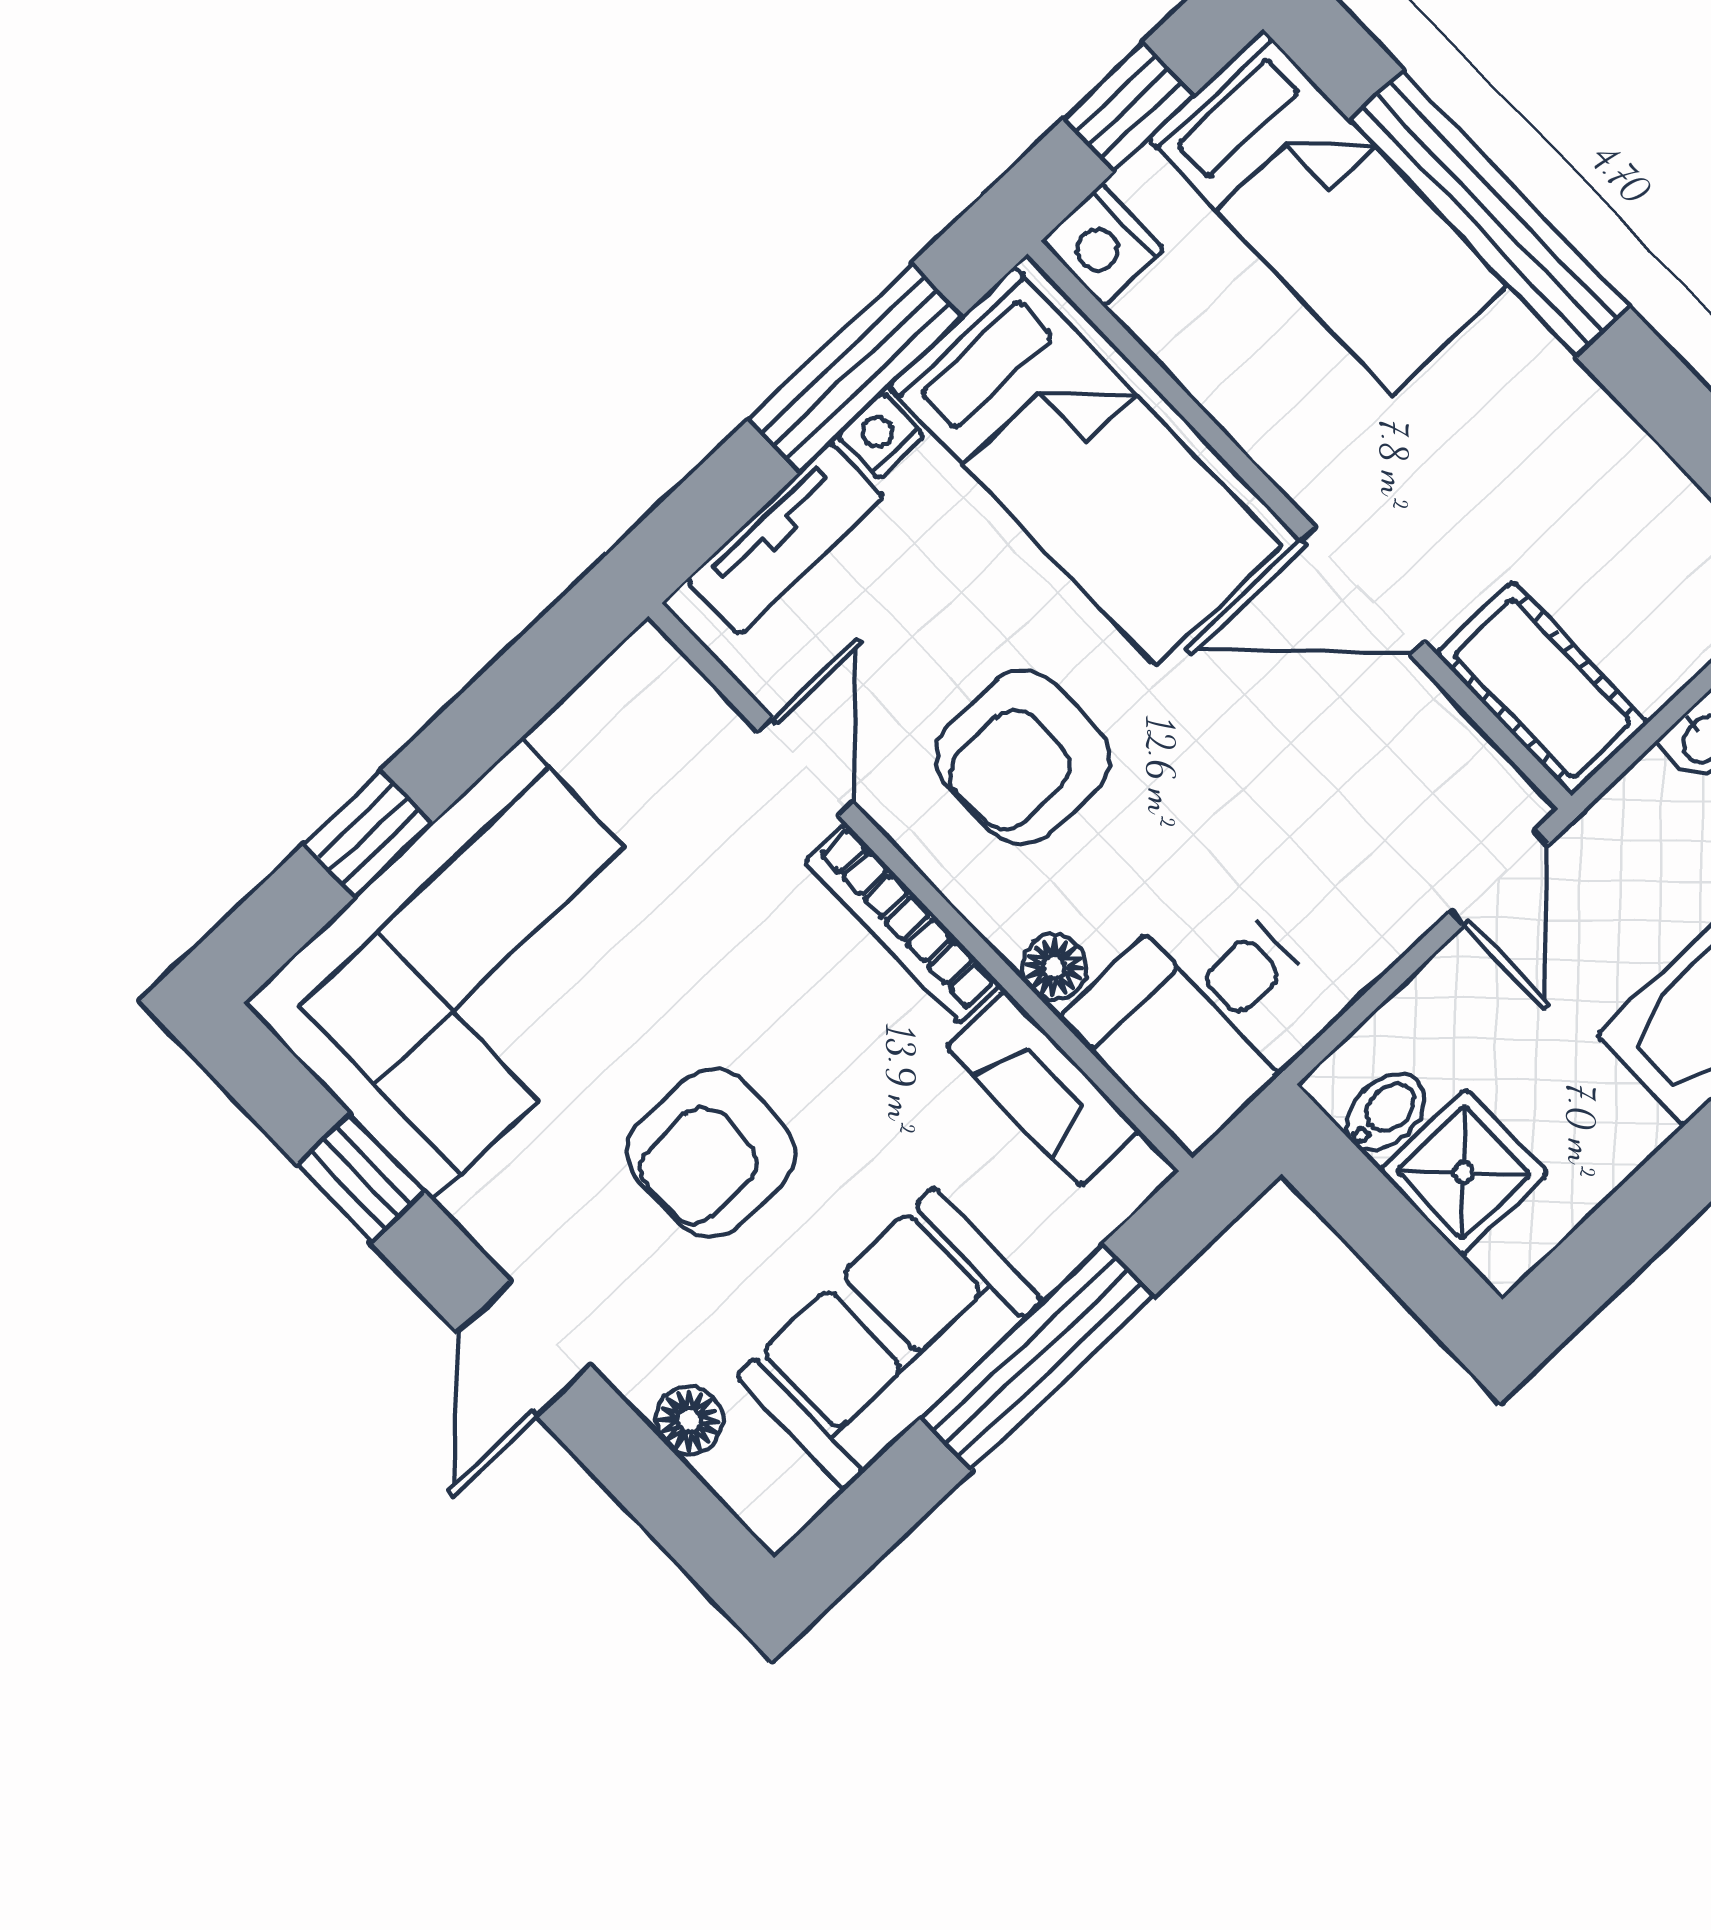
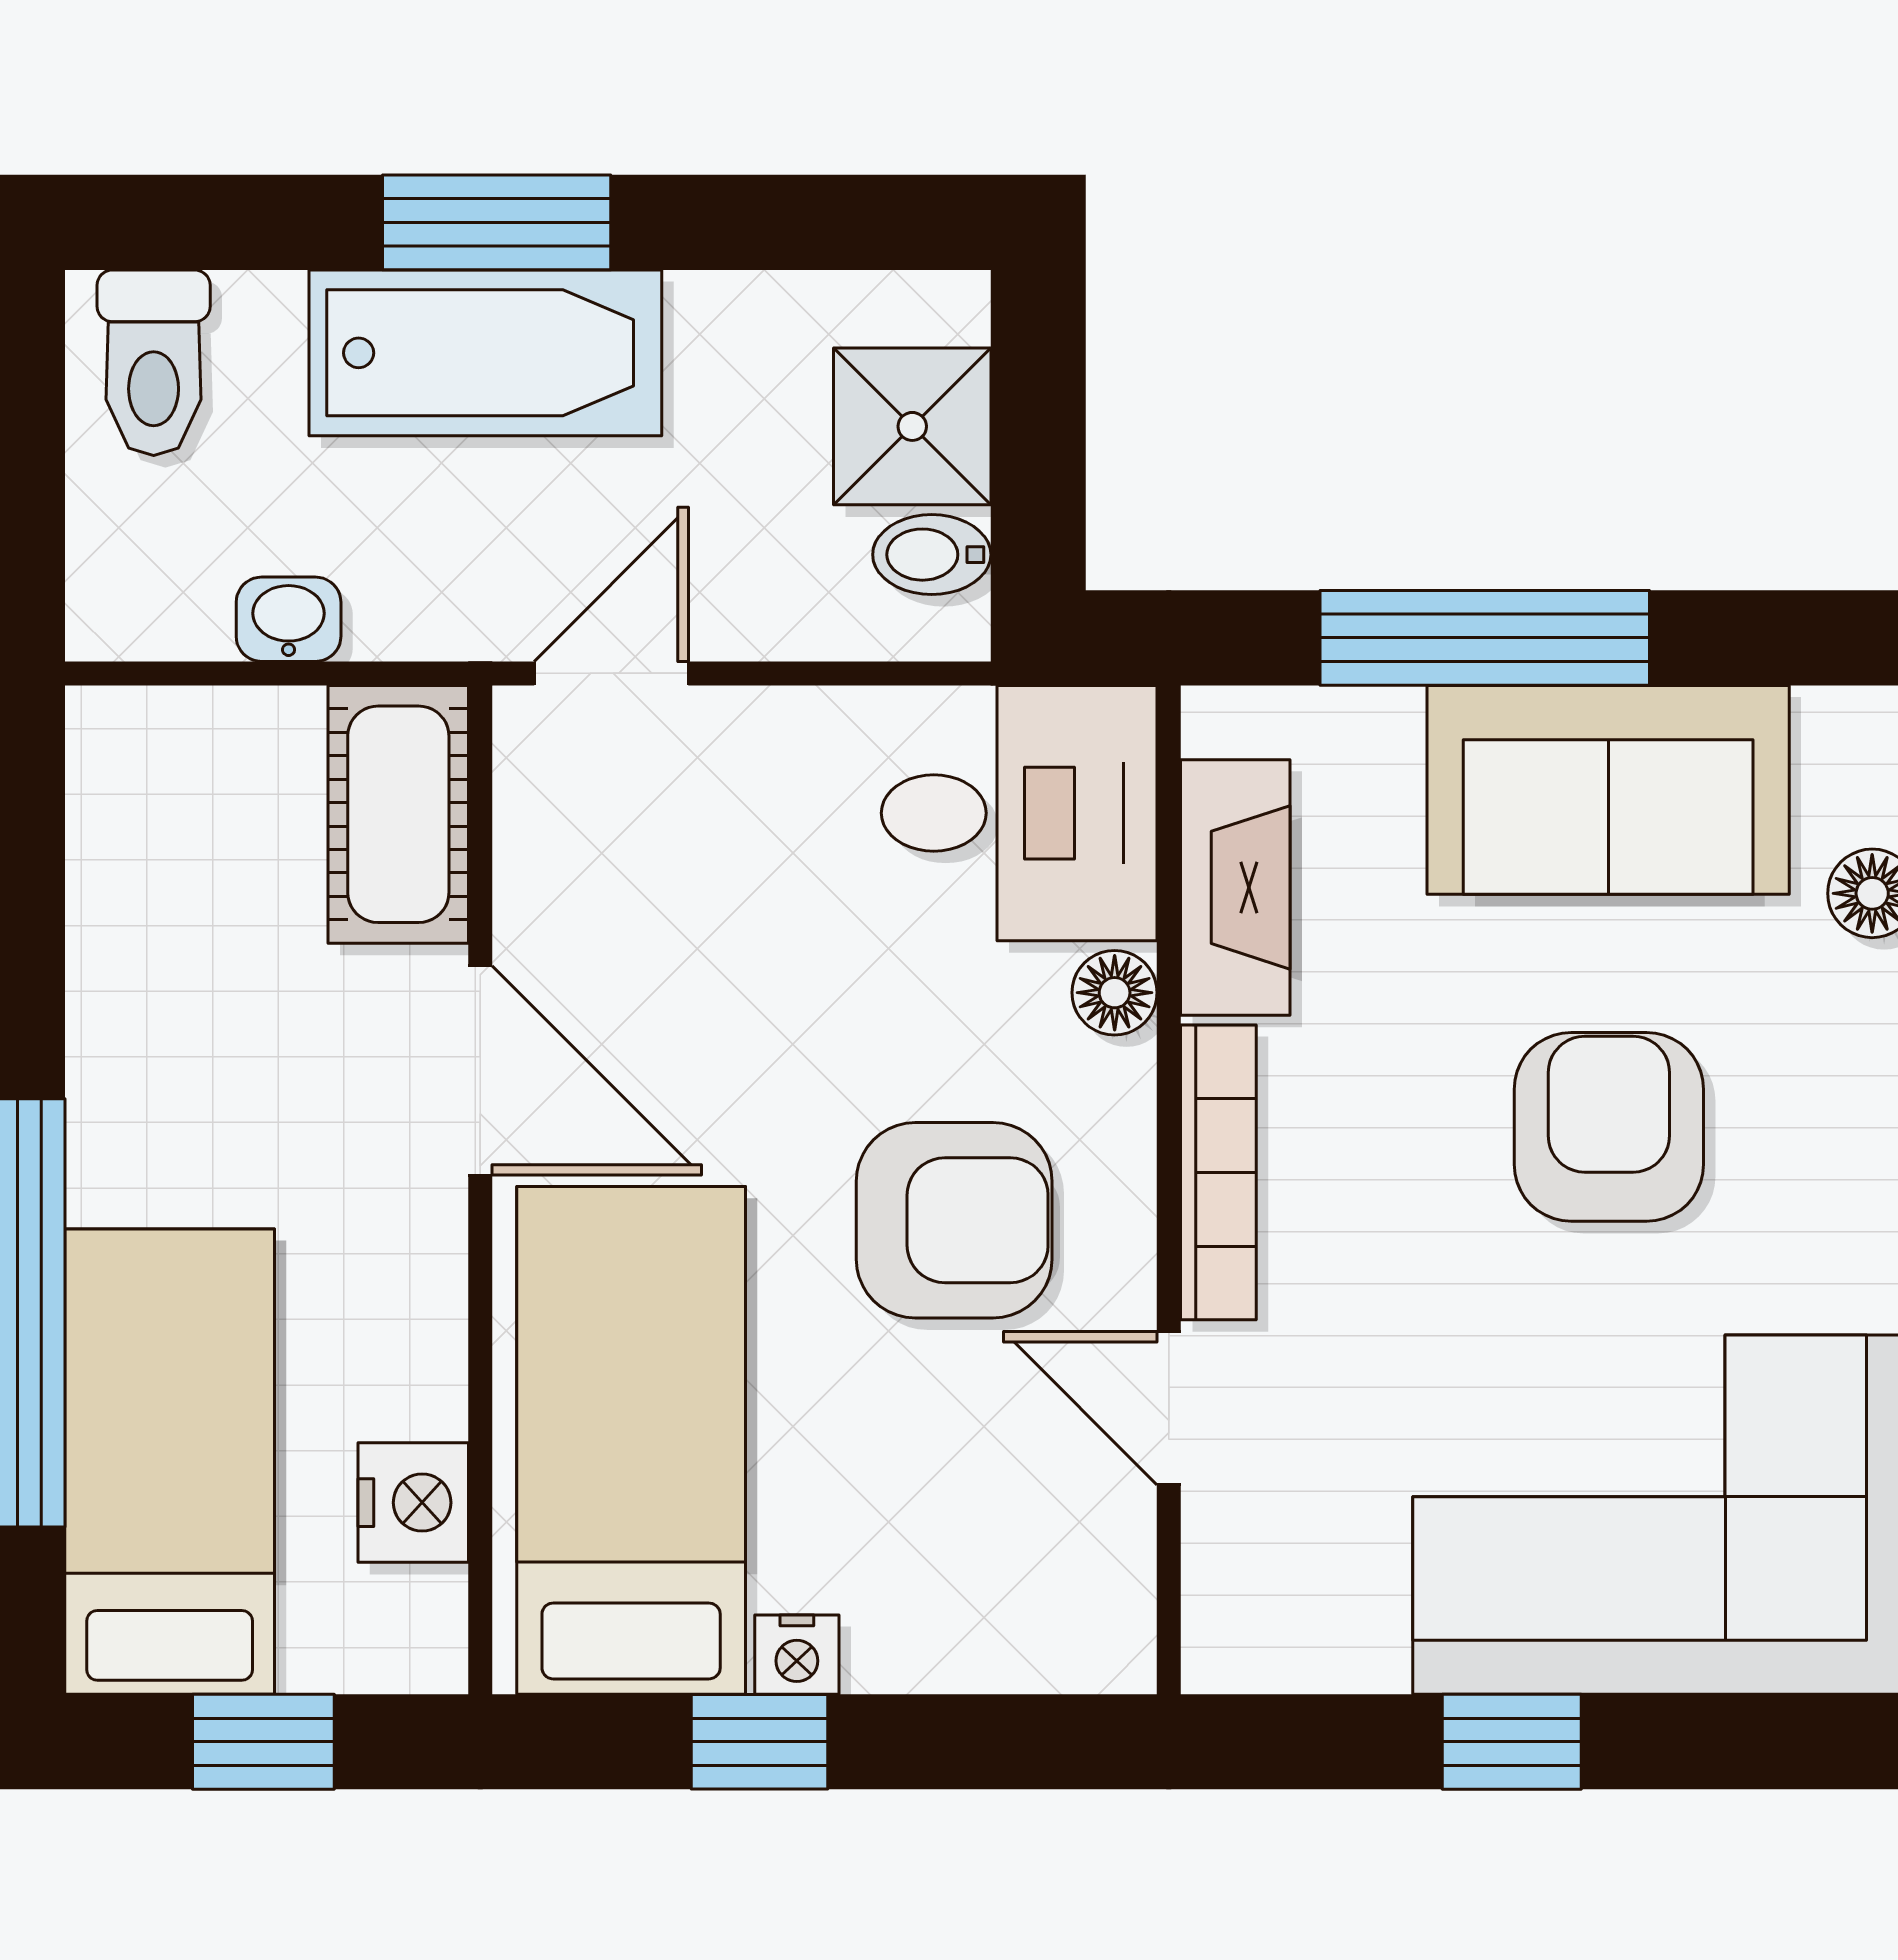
nightstand: (1103, 245) -> (413, 1503), moved
window: (855, 368) -> (760, 1742), width x0.46
tv unit: (785, 538) -> (981, 1644), removed
door: (806, 767) -> (1169, 1408), hinge flipped
window: (368, 834) -> (1512, 1742), moved
armchair: (711, 1153) -> (1609, 1127), turned -90

